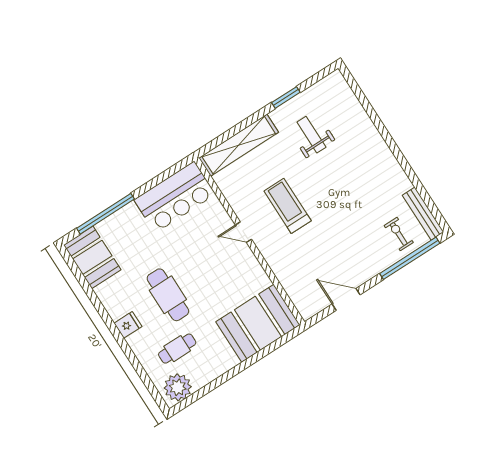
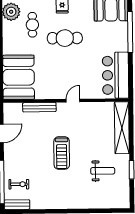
treadmill: (288, 206) -> (62, 153), moved, turned 90
bench: (423, 214) -> (17, 205), width x0.73
bench: (280, 271) -> (39, 107), added

